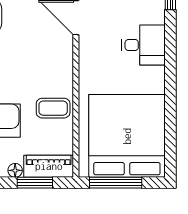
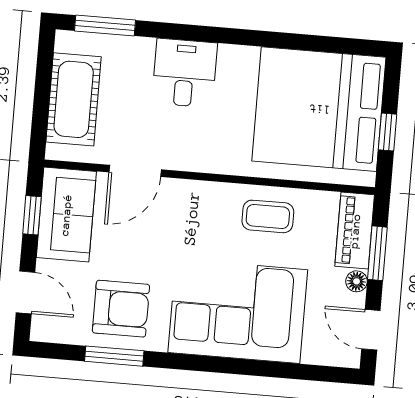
coffee table: (53, 108) -> (268, 216), turned 90
window: (116, 183) -> (388, 132), width x0.46

